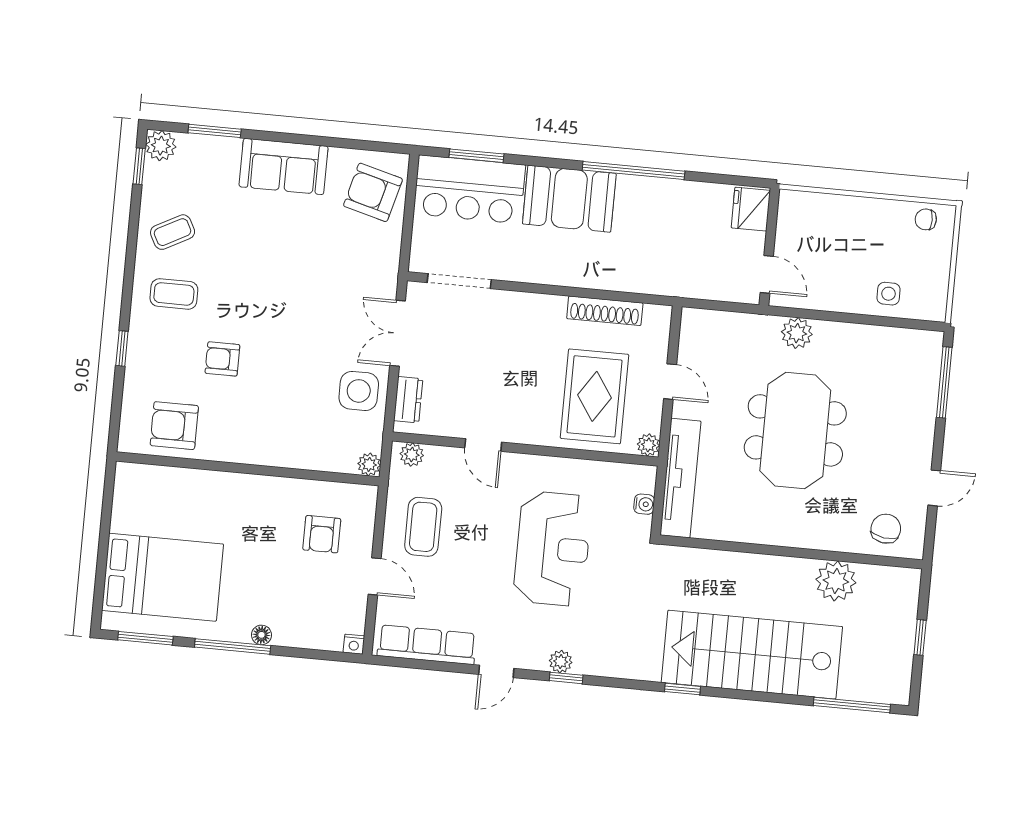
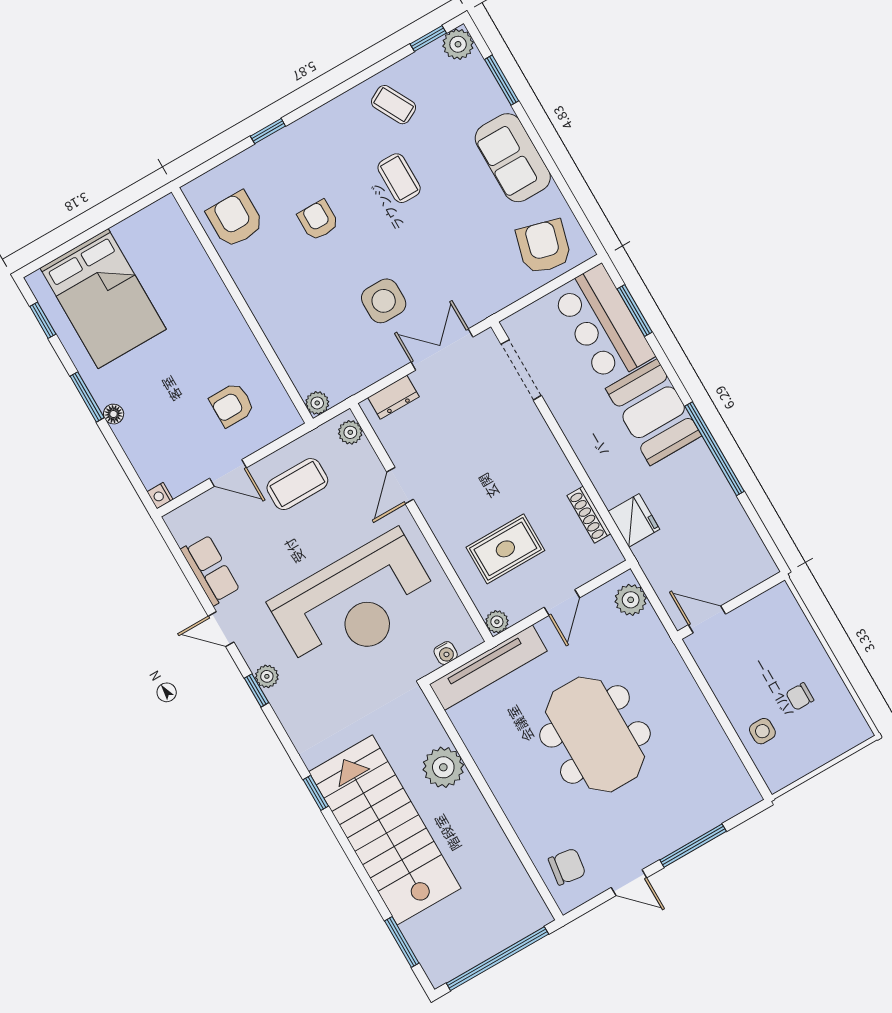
fridge: (751, 209) -> (634, 520), moved, turned 90
chair: (926, 219) -> (800, 697), moved, turned -90
door: (767, 274) -> (707, 619), swing flipped
coffee table: (174, 294) -> (399, 178), moved
shoe rack: (605, 311) -> (589, 515), width x0.74, depth x0.81
plant: (797, 333) -> (631, 600), moved
window: (944, 382) -> (693, 846), moved
side table: (359, 391) -> (384, 301), moved
rug: (595, 396) -> (505, 549), width x0.73, depth x0.70
meeting table: (795, 430) -> (595, 734), turned 90
reception desk: (553, 549) -> (355, 604), width x1.36, depth x1.30
door: (375, 576) -> (228, 473), hinge flipped
plant: (836, 581) -> (443, 767), moved
window: (920, 637) -> (497, 959), width x3.17
window: (145, 638) -> (43, 320), width x0.67
row of seats: (427, 645) -> (210, 570), width x0.68
window: (233, 646) -> (87, 397), width x0.69
window: (852, 705) -> (402, 942), width x0.69

